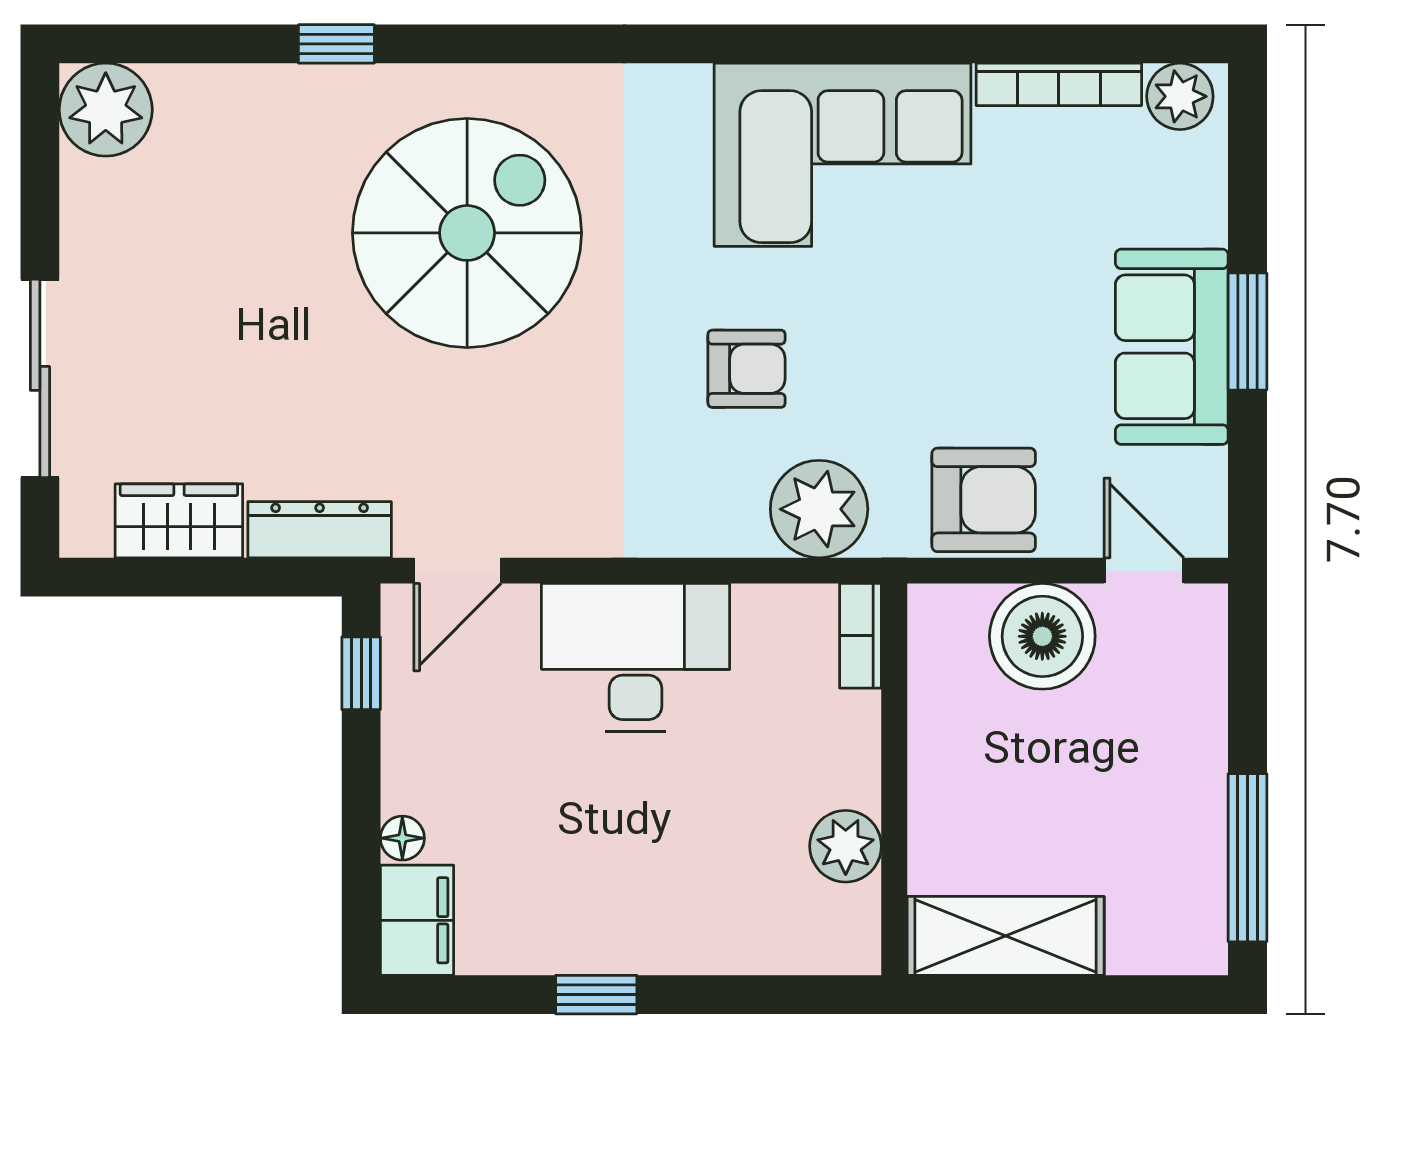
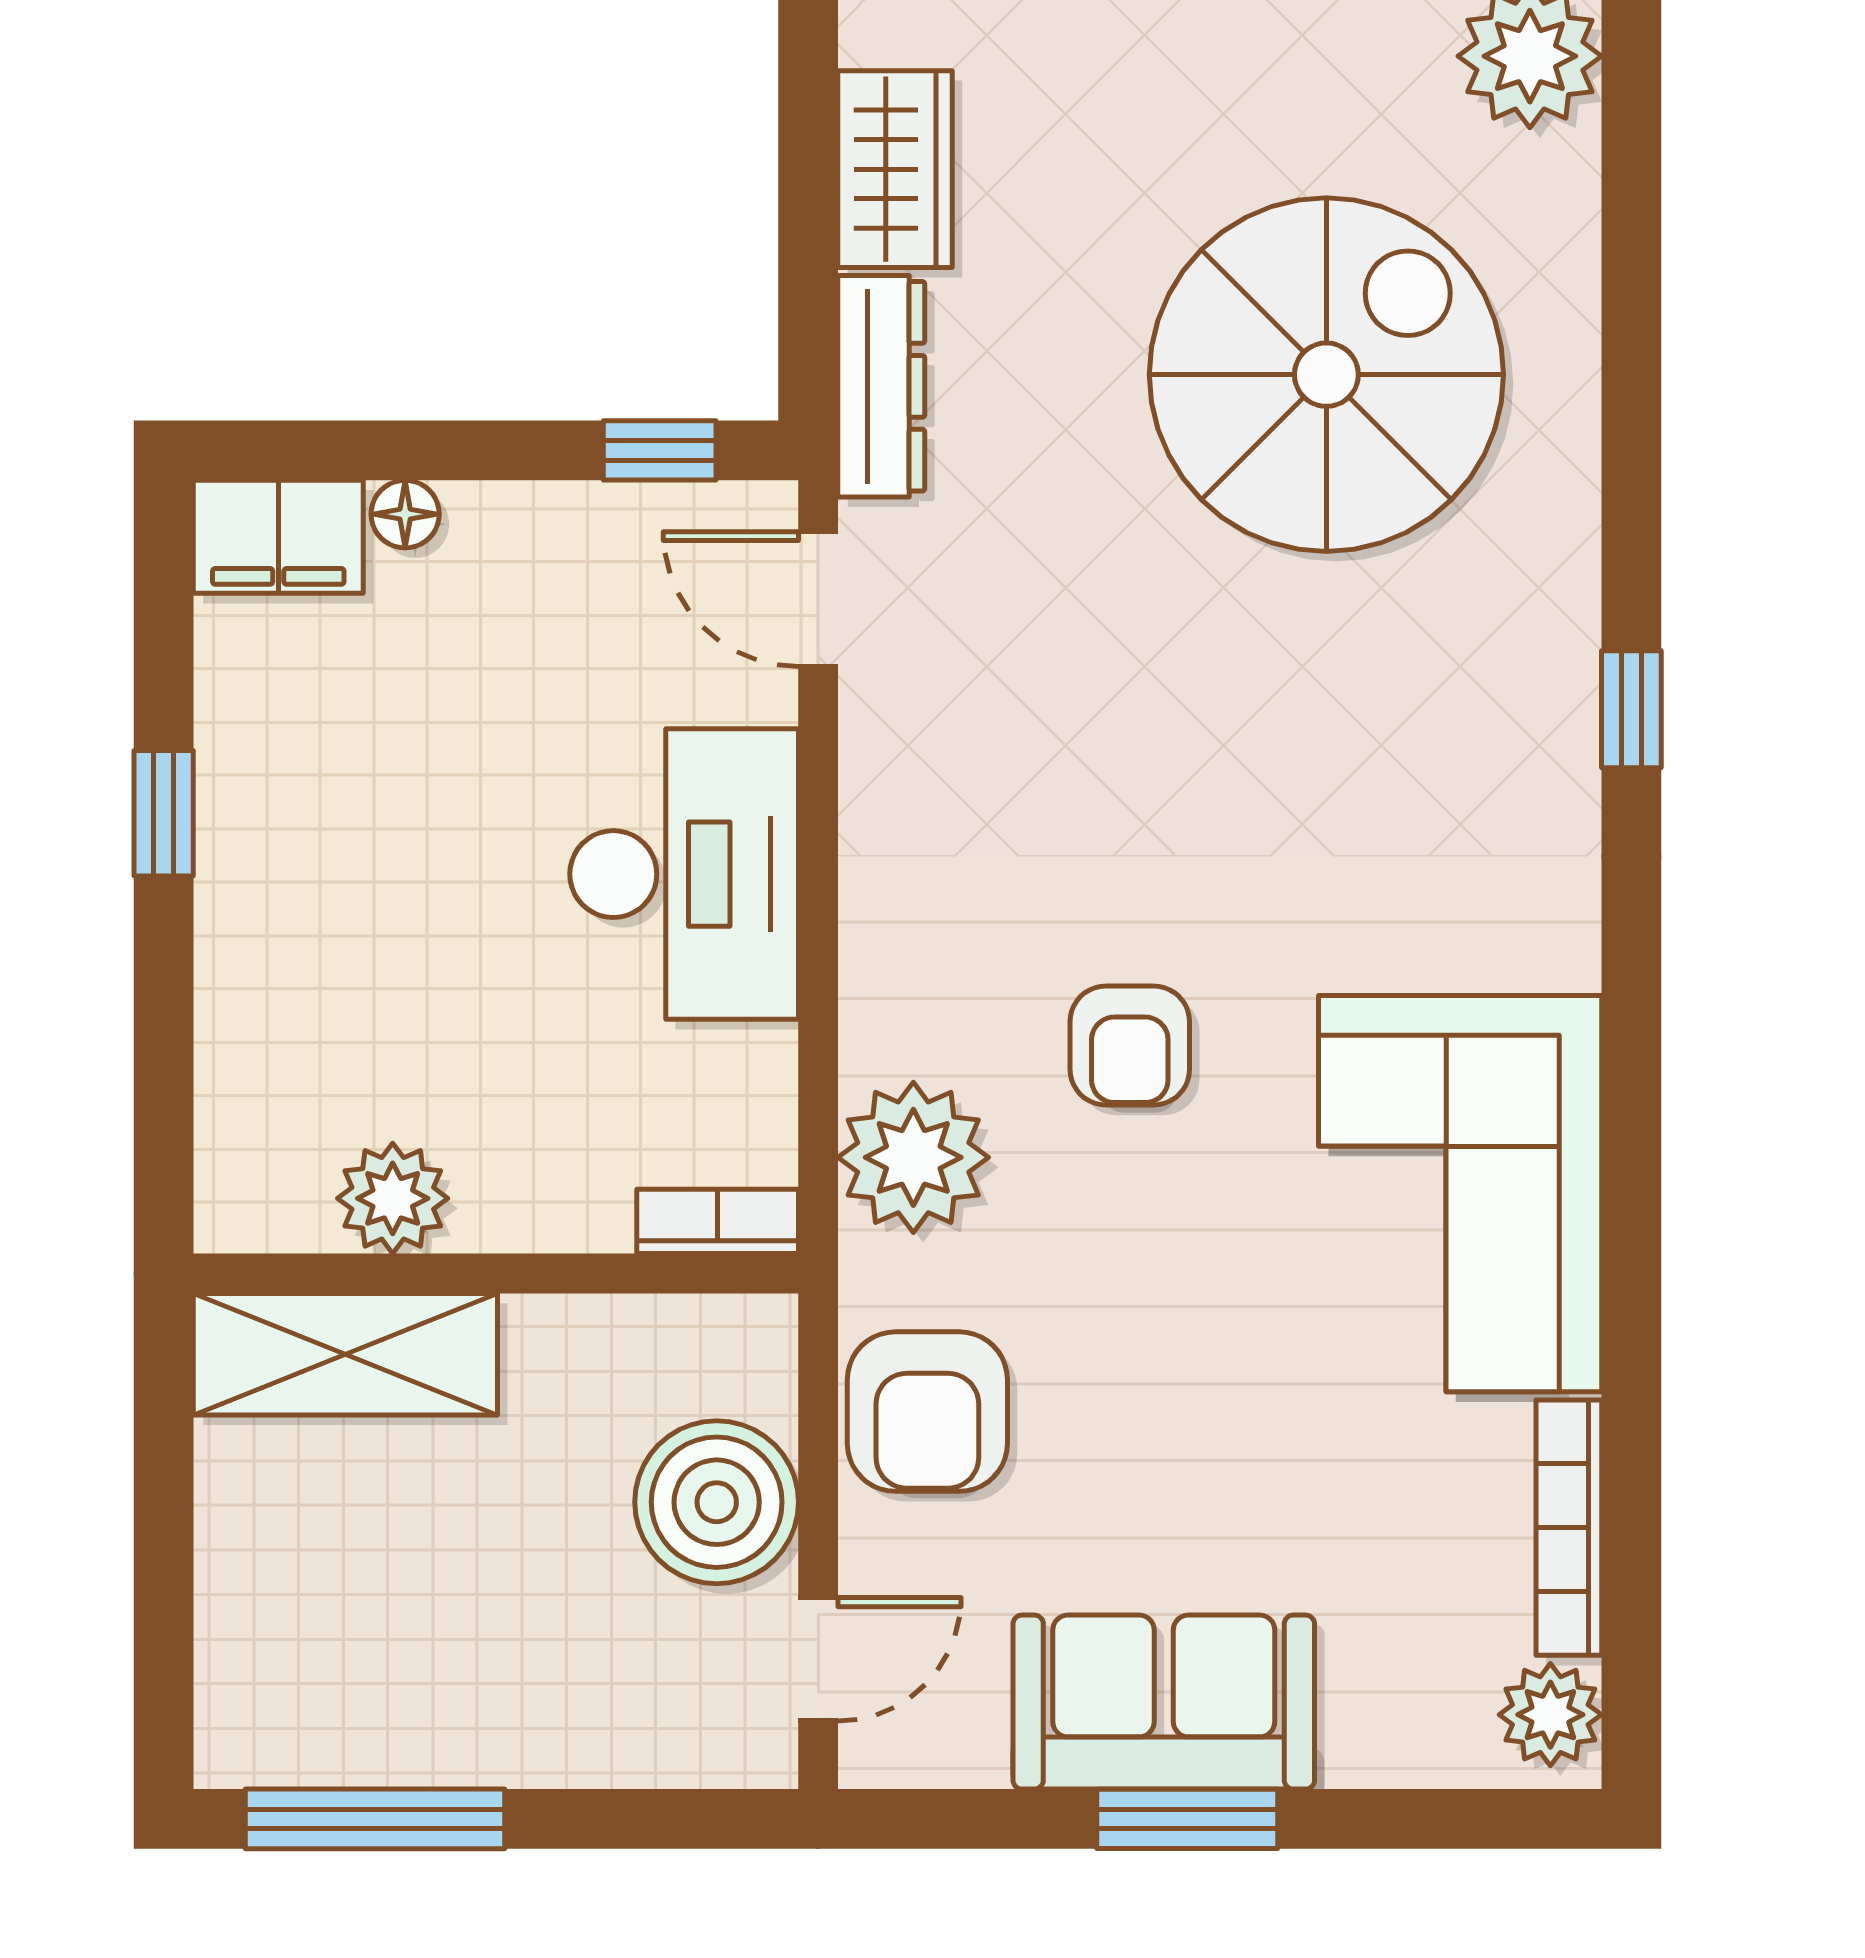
window: (336, 44) -> (1631, 709), moved
spiral stairs: (467, 233) -> (1326, 375), moved, turned -90
shelving: (1006, 936) -> (345, 1354), moved, turned 90

